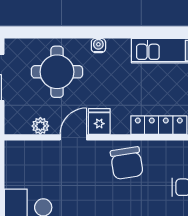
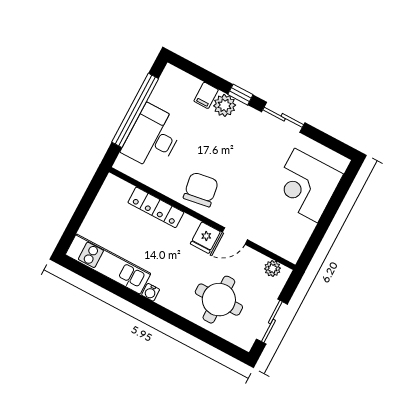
water cooler: (98, 45) -> (151, 292), moved
plant: (40, 126) -> (272, 268), moved

